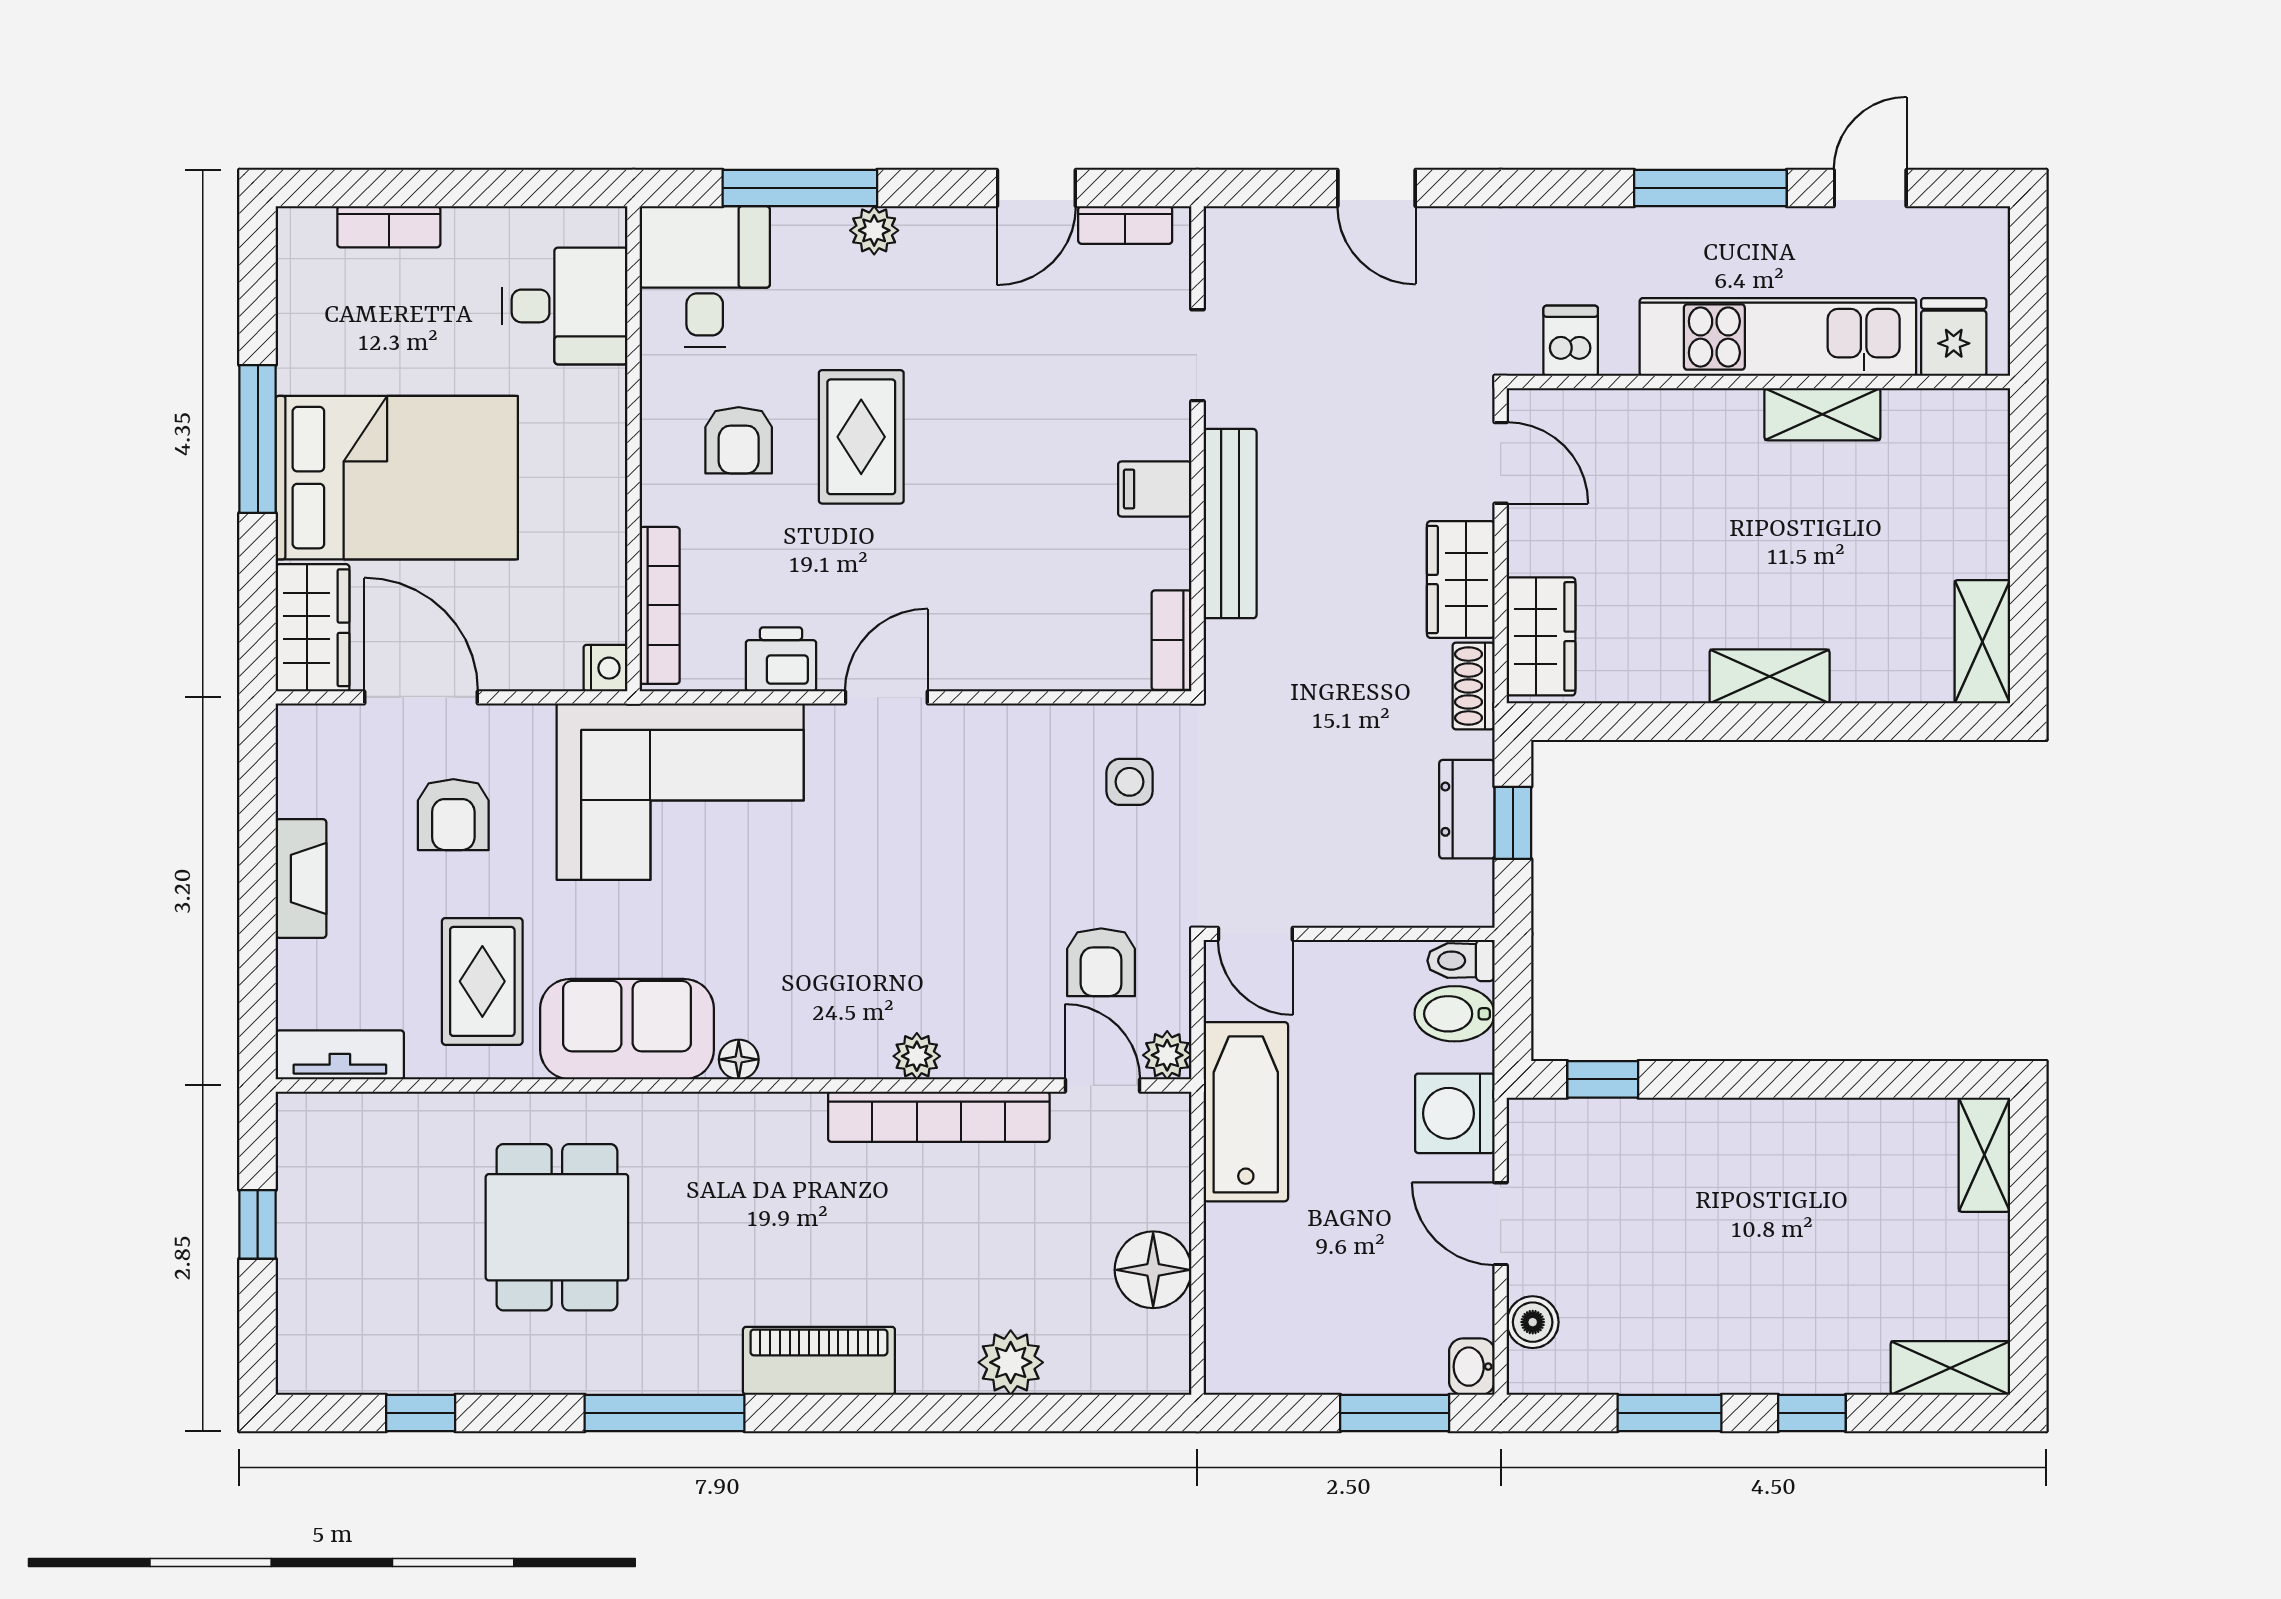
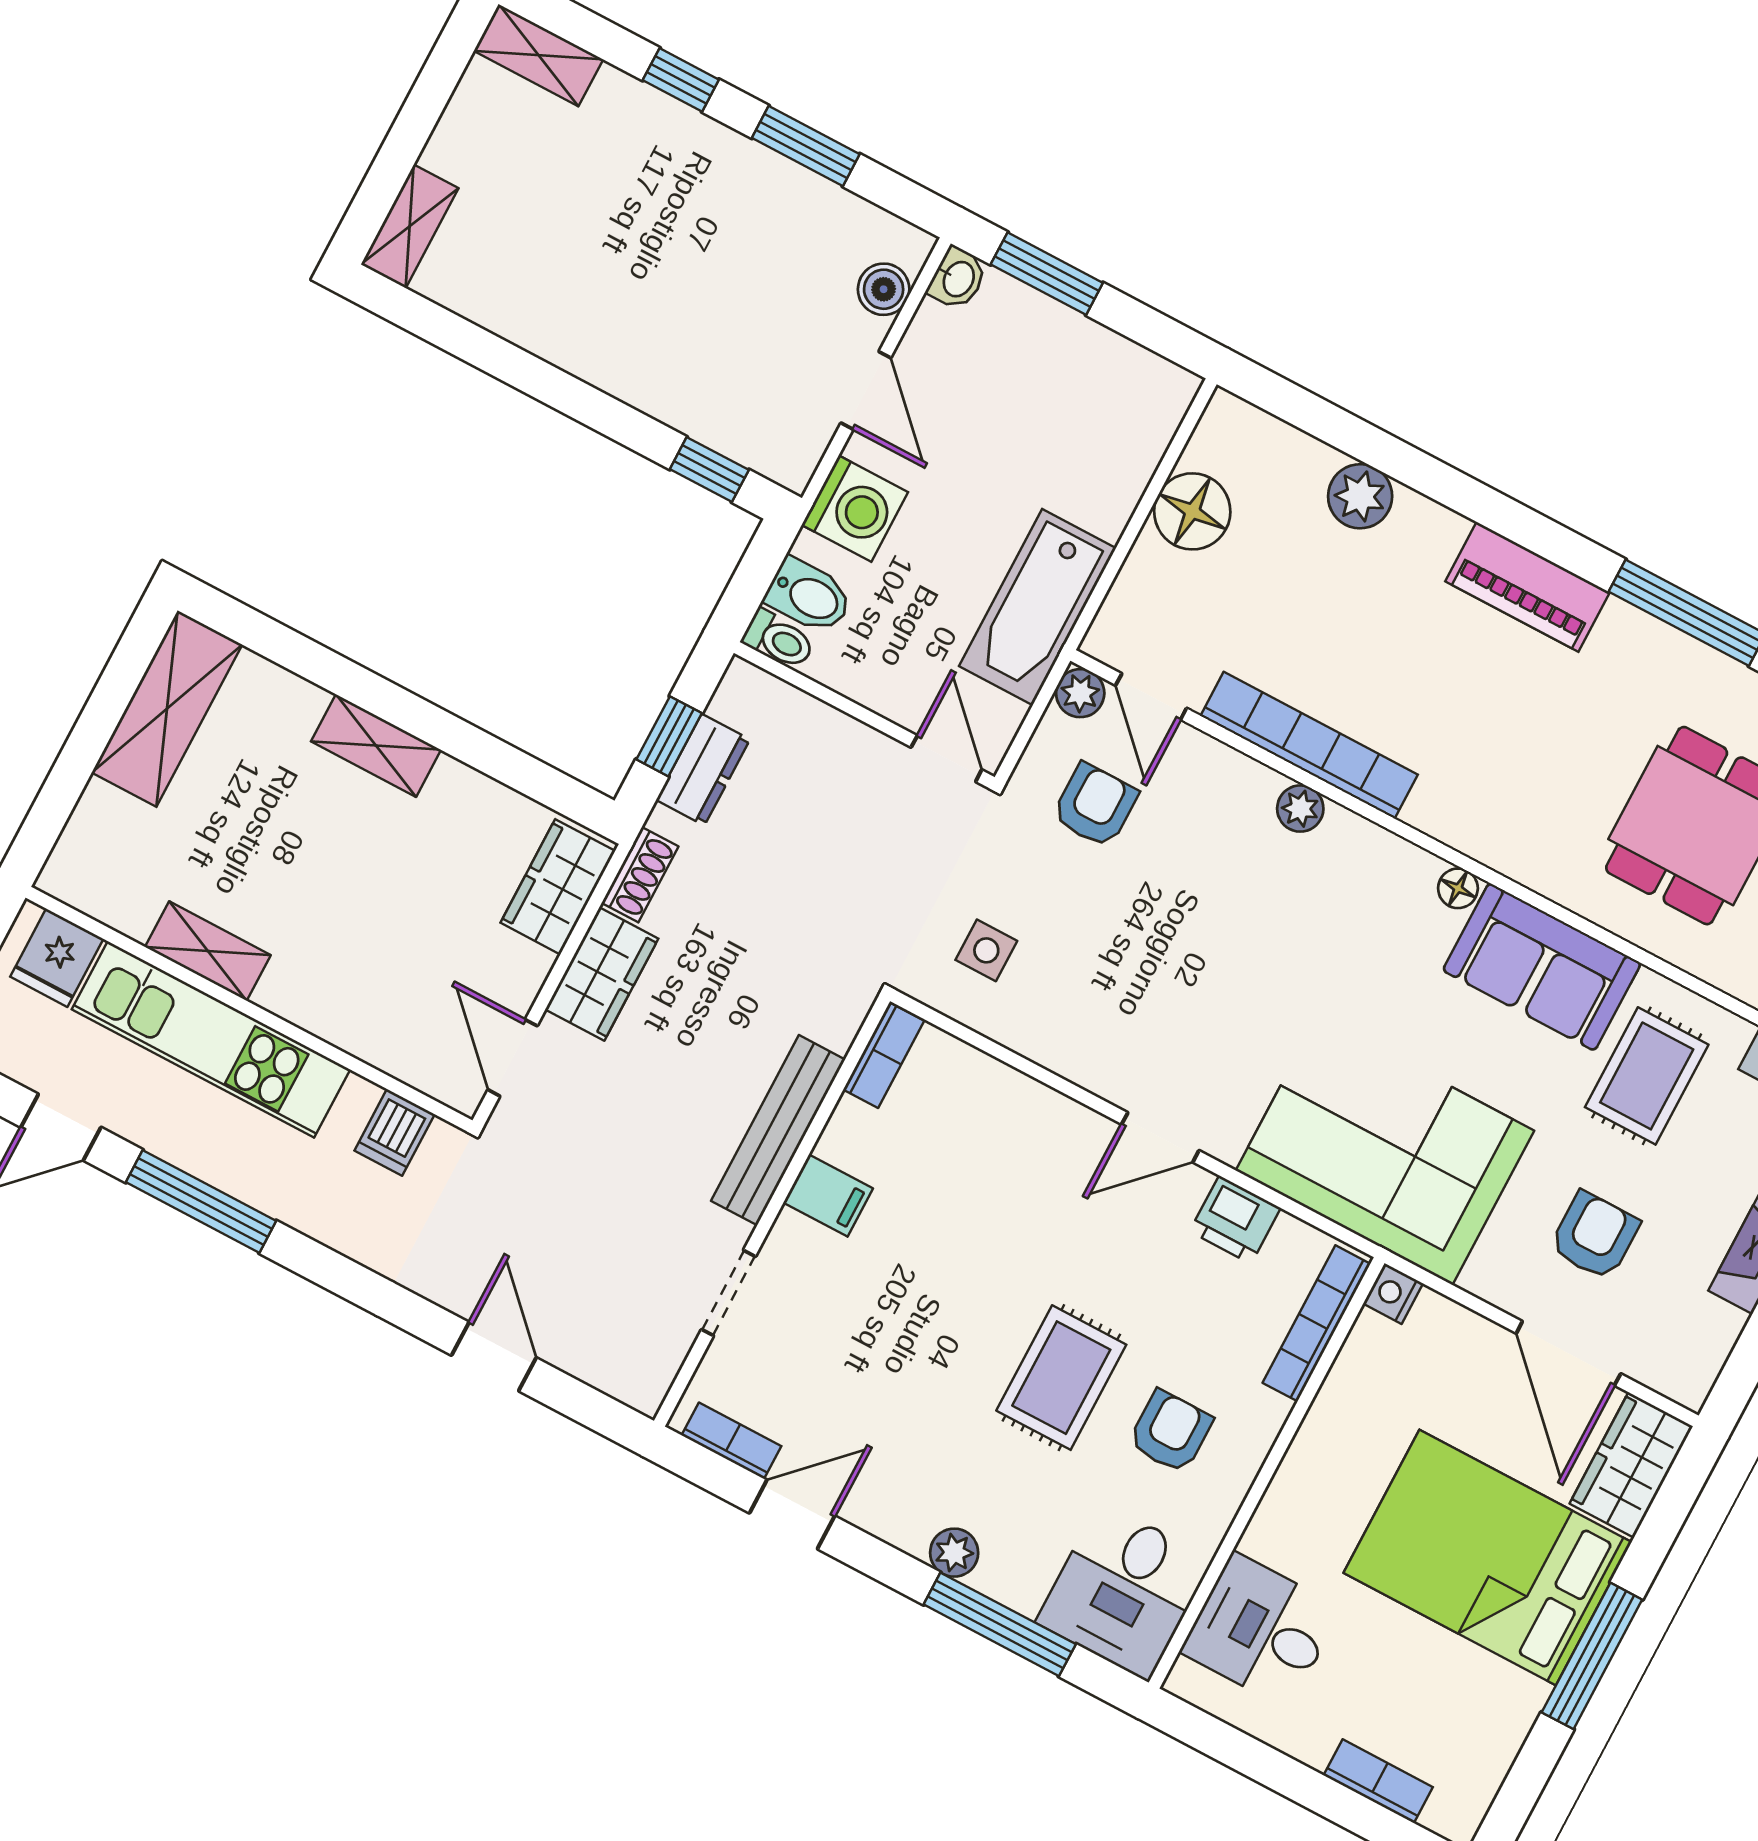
shelving: (1982, 642) -> (167, 709), width x1.50, depth x1.33

